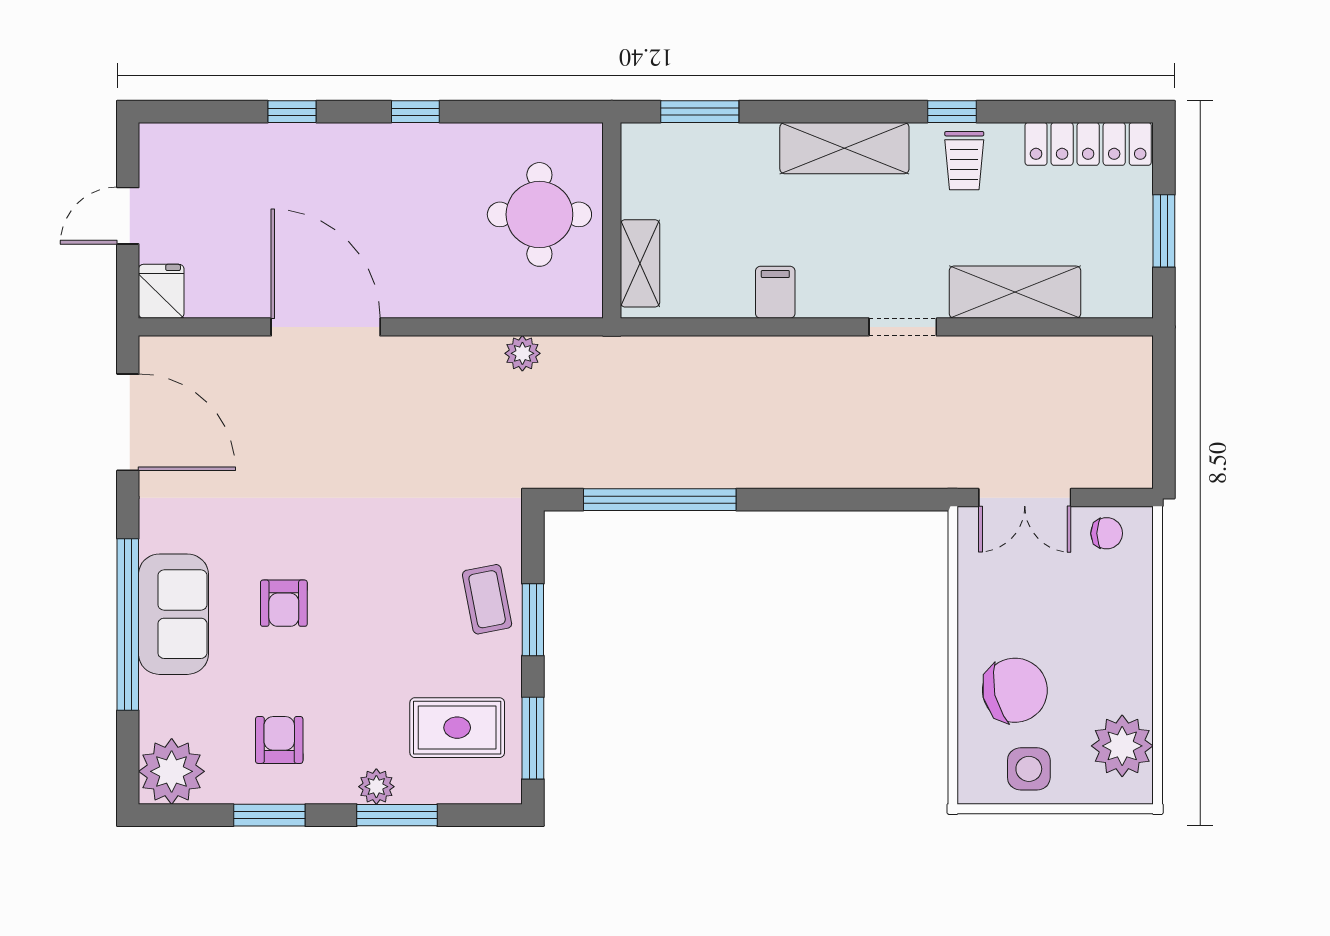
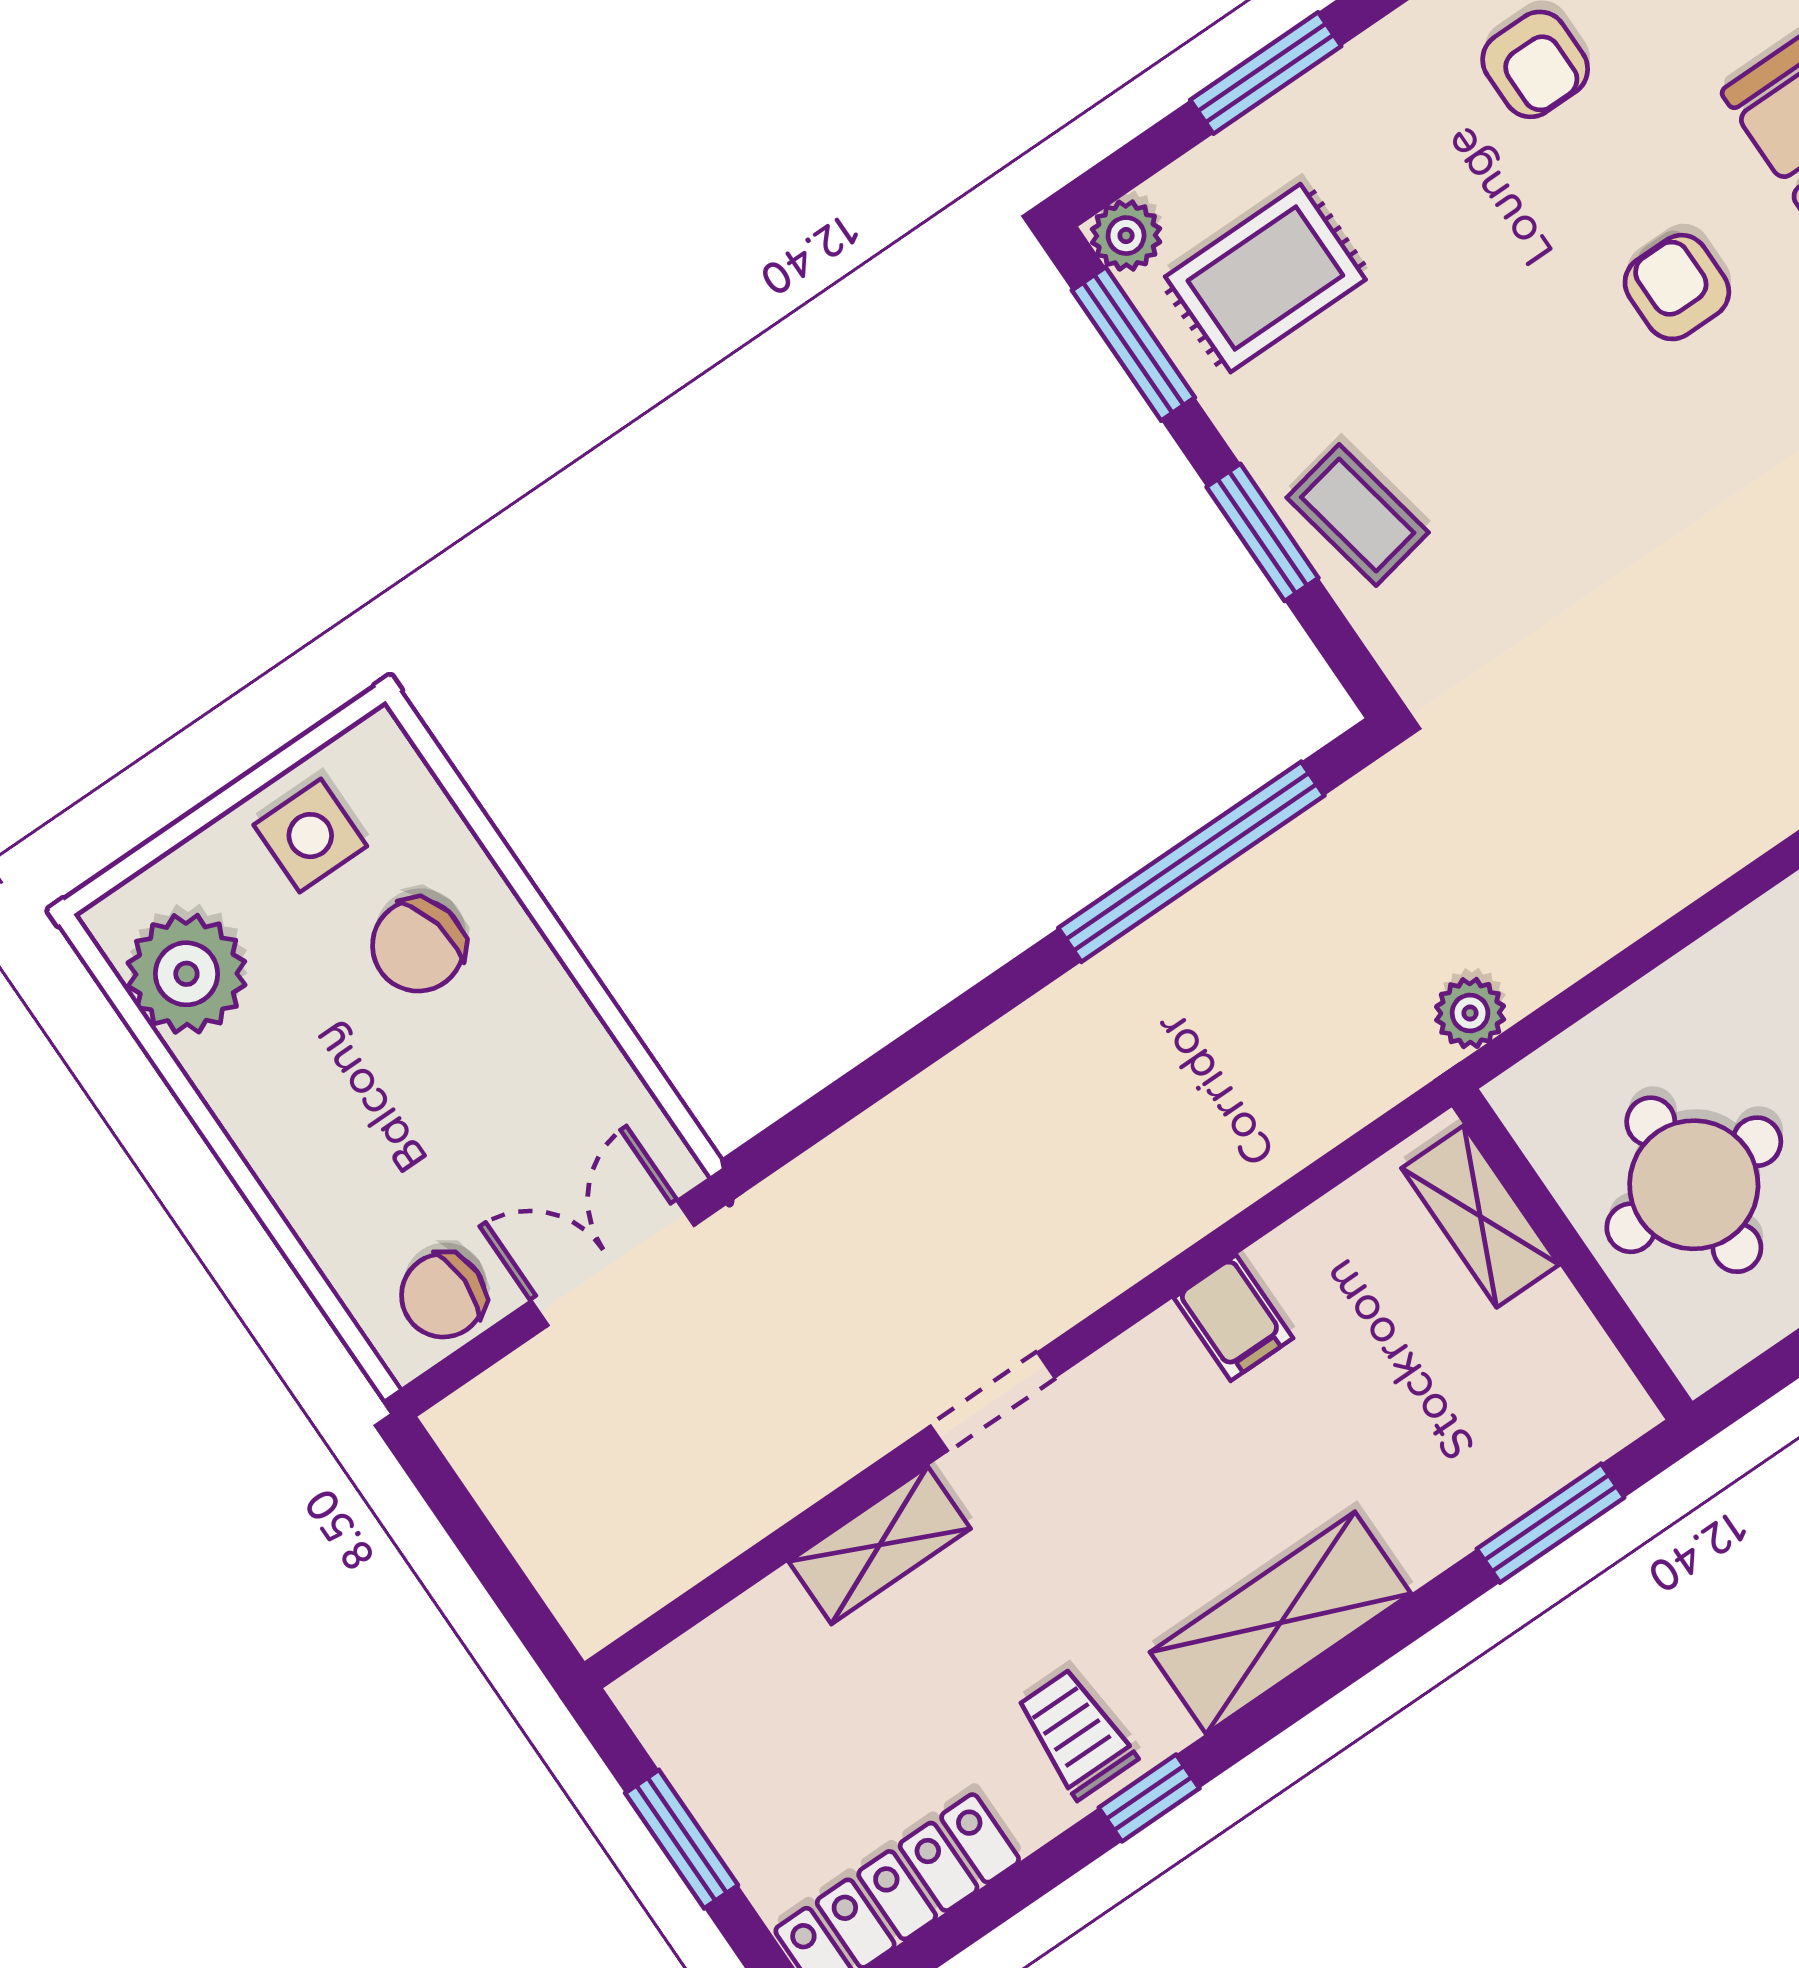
shelving: (1015, 292) -> (879, 1545), width x0.67, depth x0.75
plant: (522, 353) -> (1470, 1013), moved
chair: (1107, 533) -> (443, 1296), width x1.37, depth x1.37
chair: (1015, 690) -> (418, 945), width x0.73, depth x0.73
plant: (376, 787) -> (1126, 236), moved

